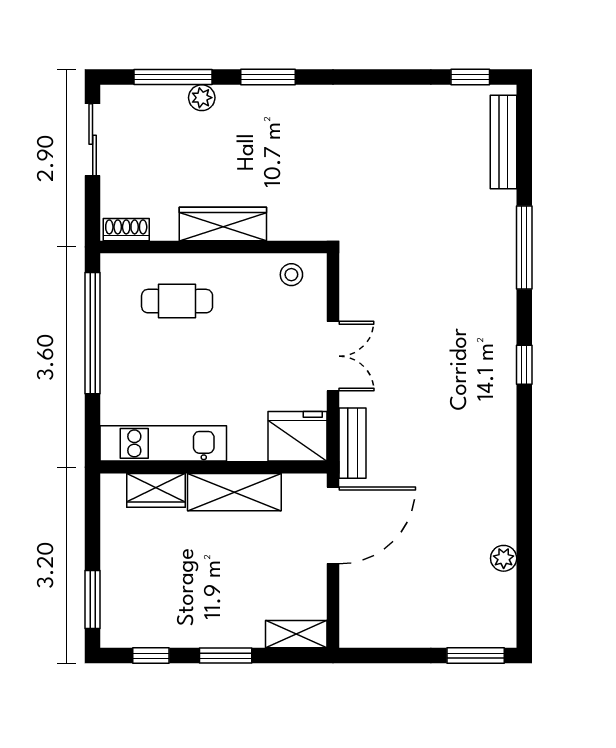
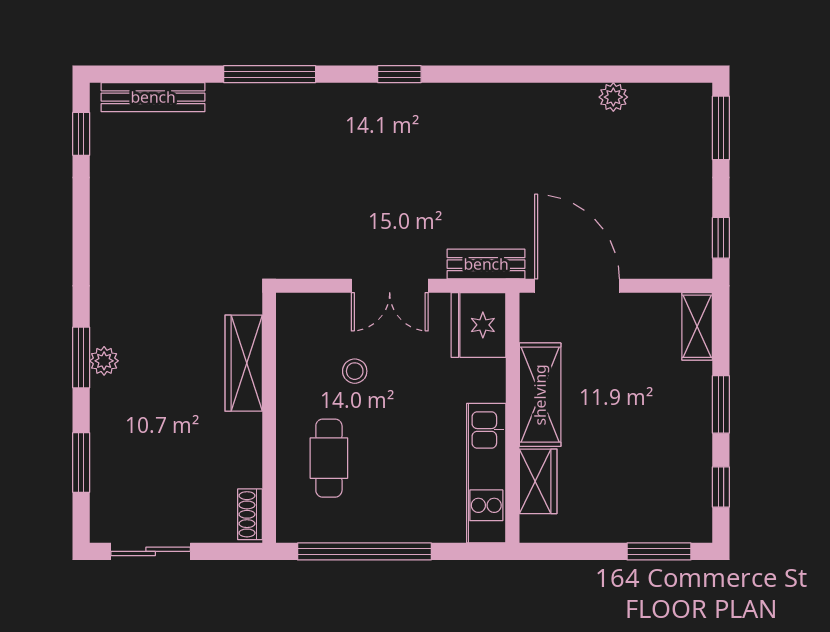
window: (173, 77) -> (81, 463), width x0.69
plant: (202, 98) -> (104, 361), moved
wardrobe: (223, 224) -> (244, 363), moved
stool: (291, 275) -> (355, 371), moved
double door: (333, 356) -> (390, 286), swing flipped
window: (376, 656) -> (721, 238), added

